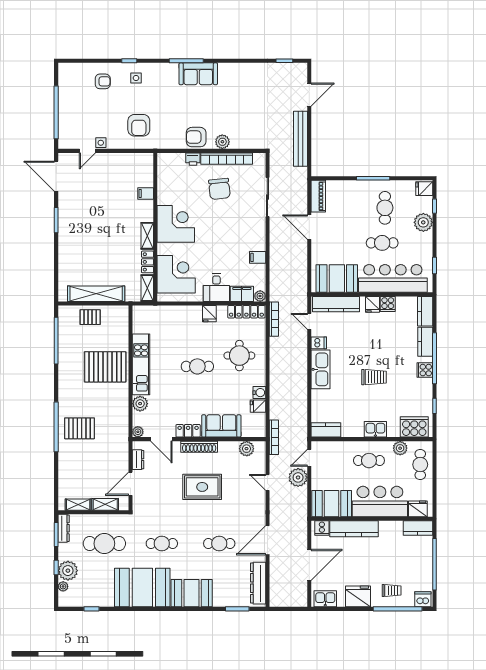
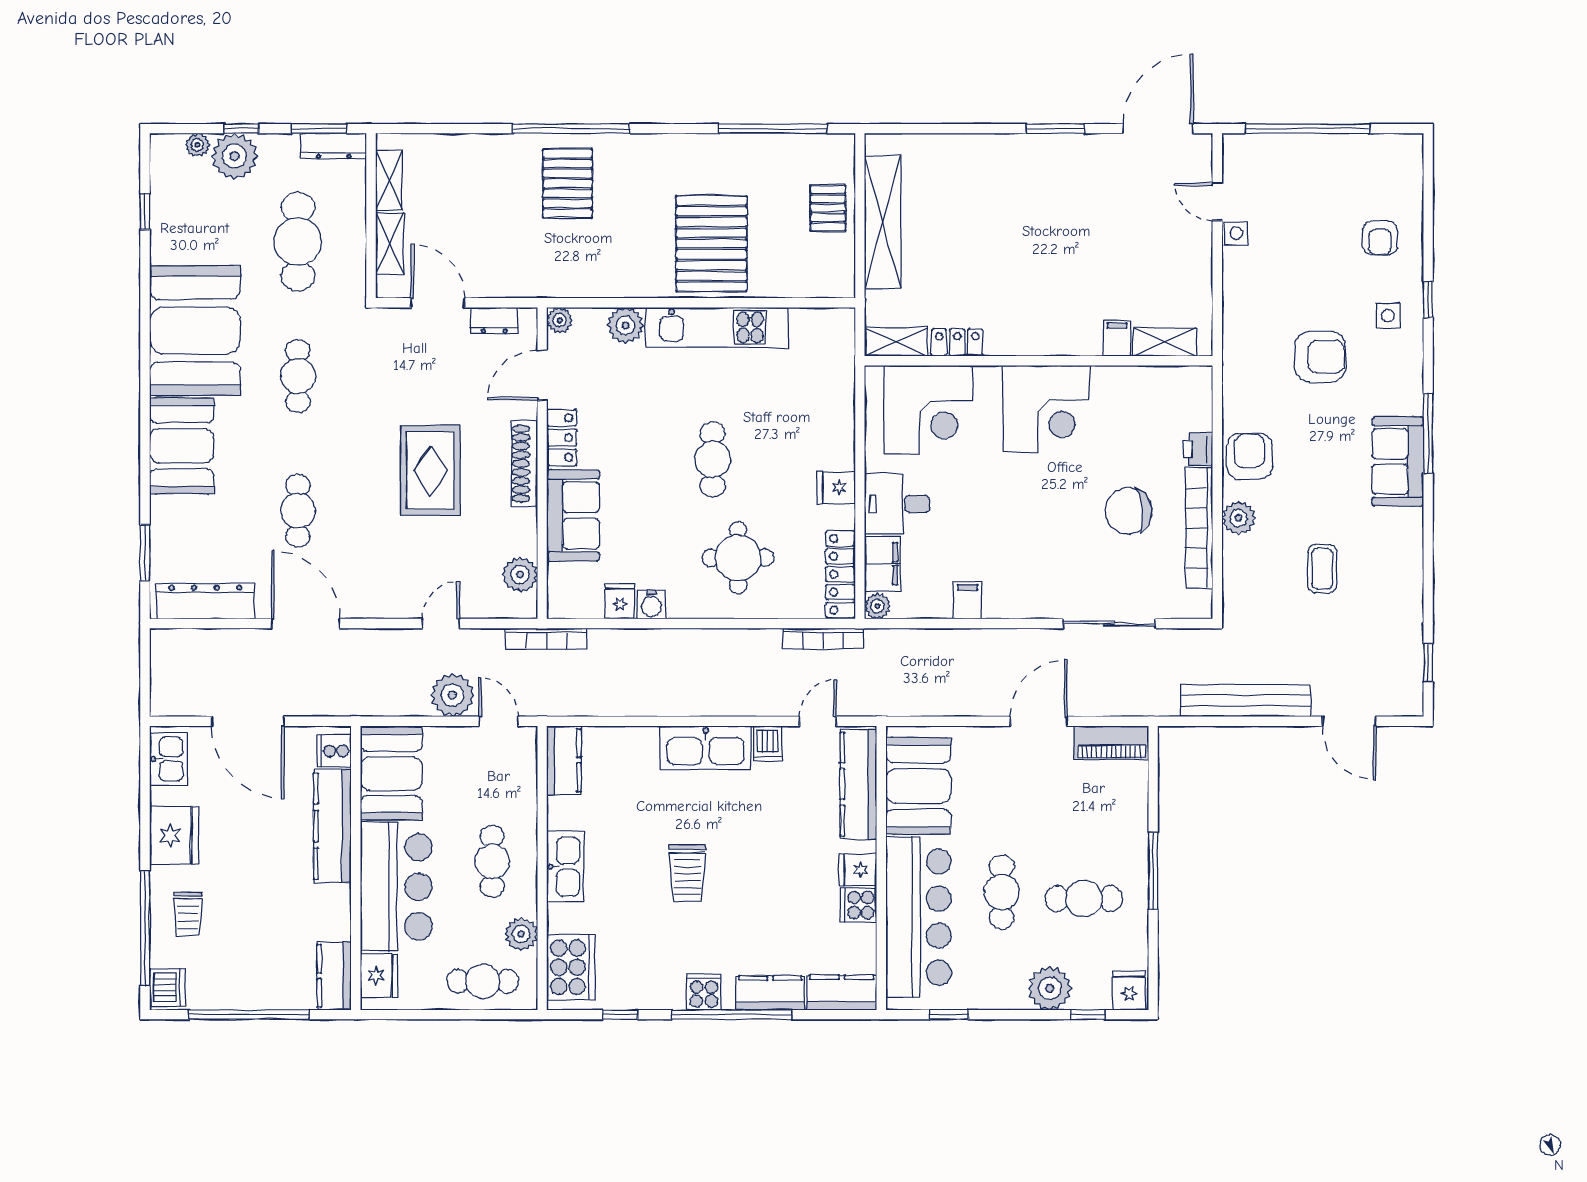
coffee table: (244, 106) -> (1322, 569), added
armchair: (139, 125) -> (1320, 357), moved, turned 180
shelving: (147, 236) -> (1165, 342), moved
kitchen sink: (375, 429) -> (565, 867), width x1.38

